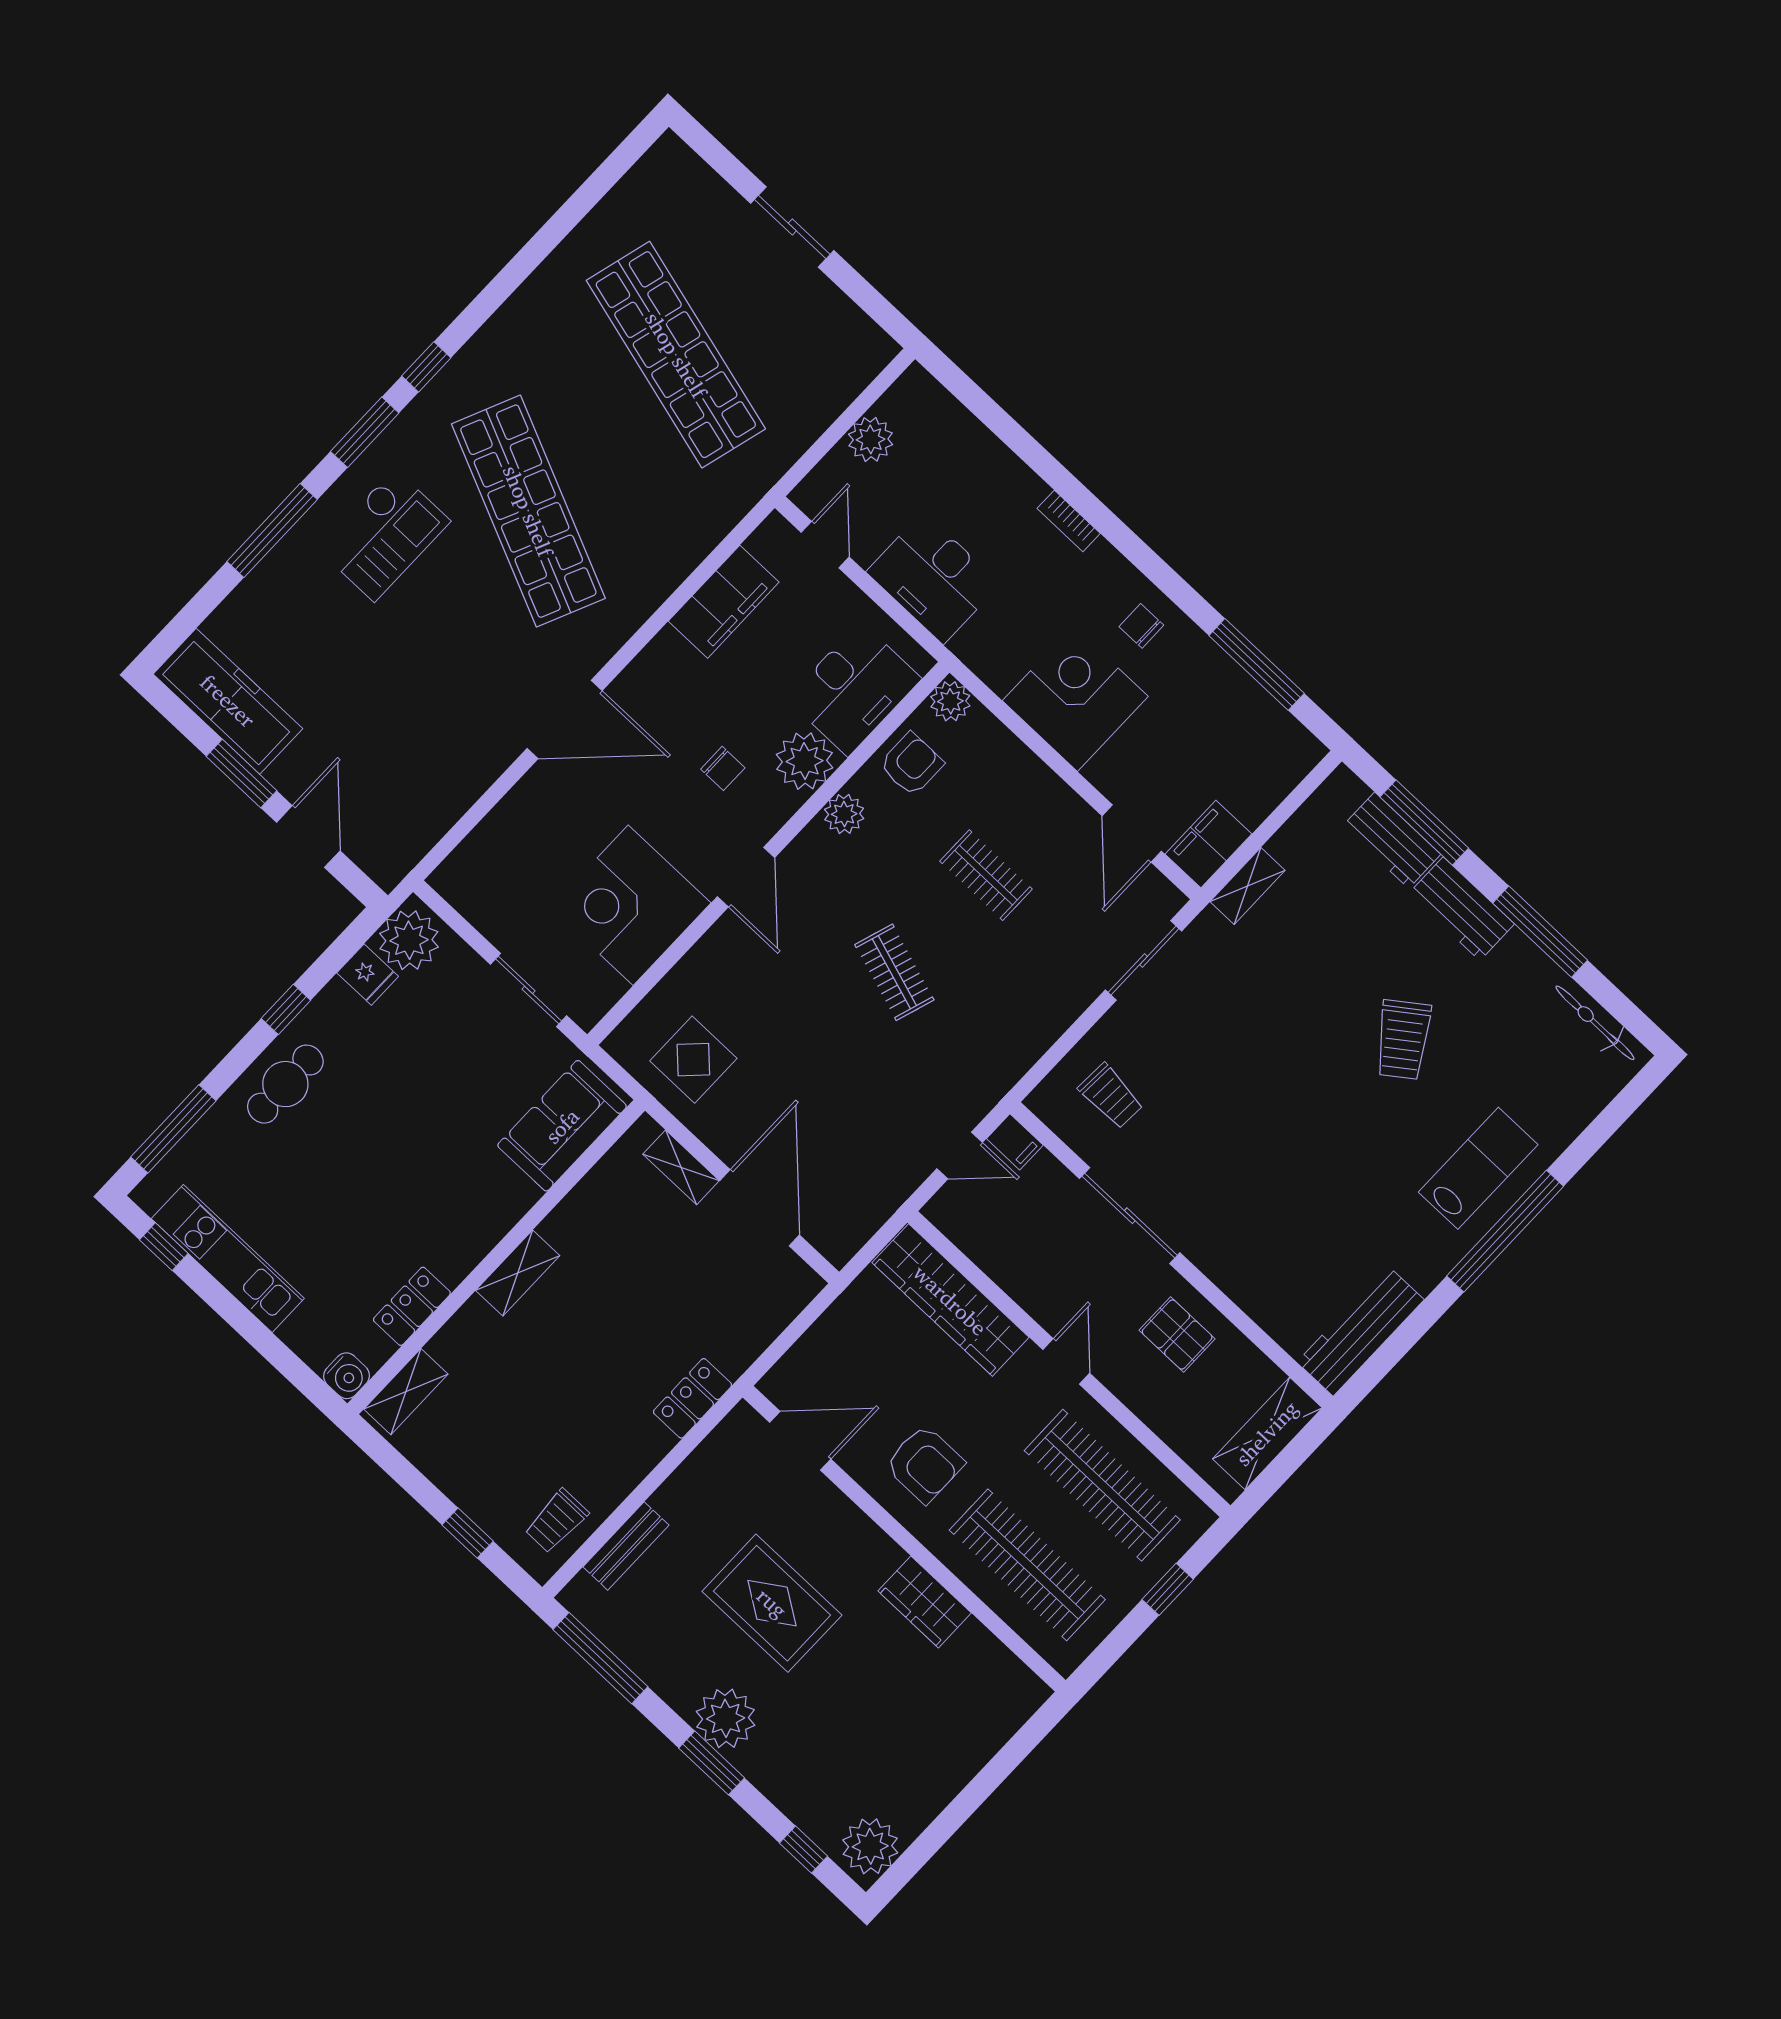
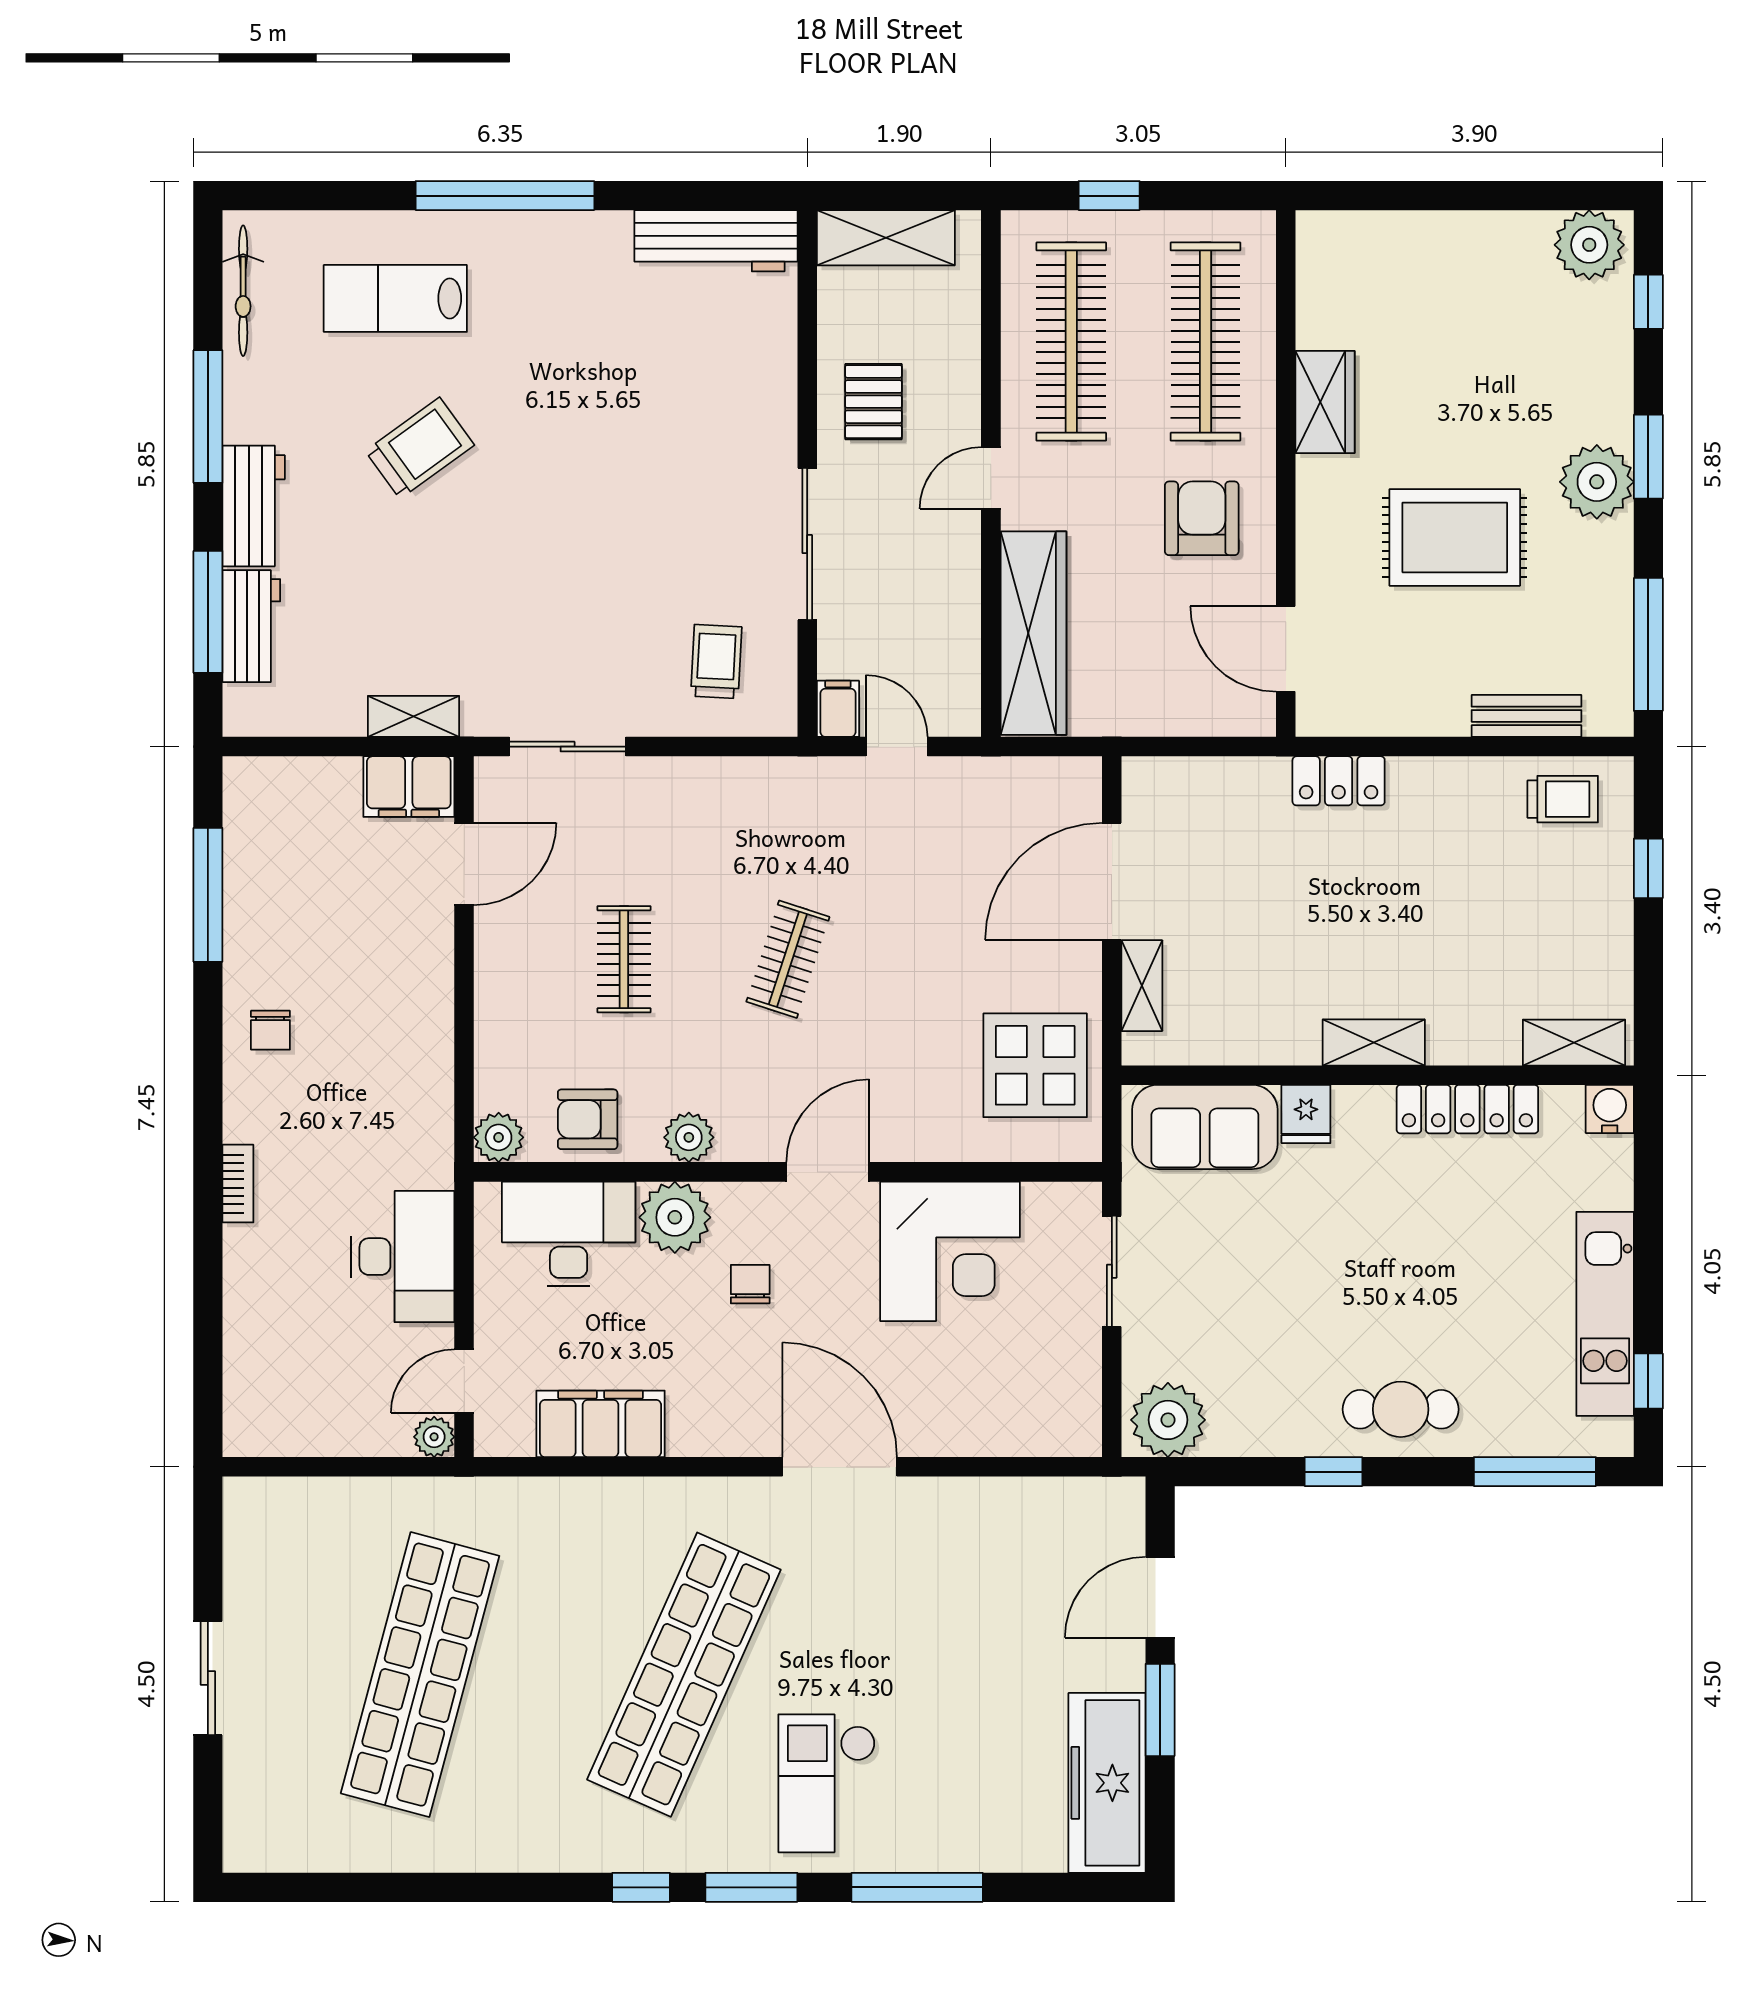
plant: (871, 439) -> (434, 1437), moved, width x0.73, depth x0.73
checkout: (384, 535) -> (827, 1783), turned -90
corner desk: (1075, 698) -> (391, 1028), removed
fridge: (368, 975) -> (1306, 1114), moved, turned 180
display table: (693, 1060) -> (1035, 1065), width x1.36, depth x1.36
lab bench: (1478, 1168) -> (395, 298), moved
locker: (412, 1306) -> (1467, 1109), width x1.53
rug: (772, 1603) -> (1455, 537), turned 90

